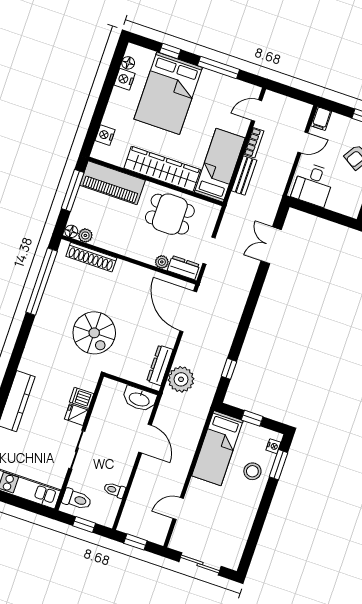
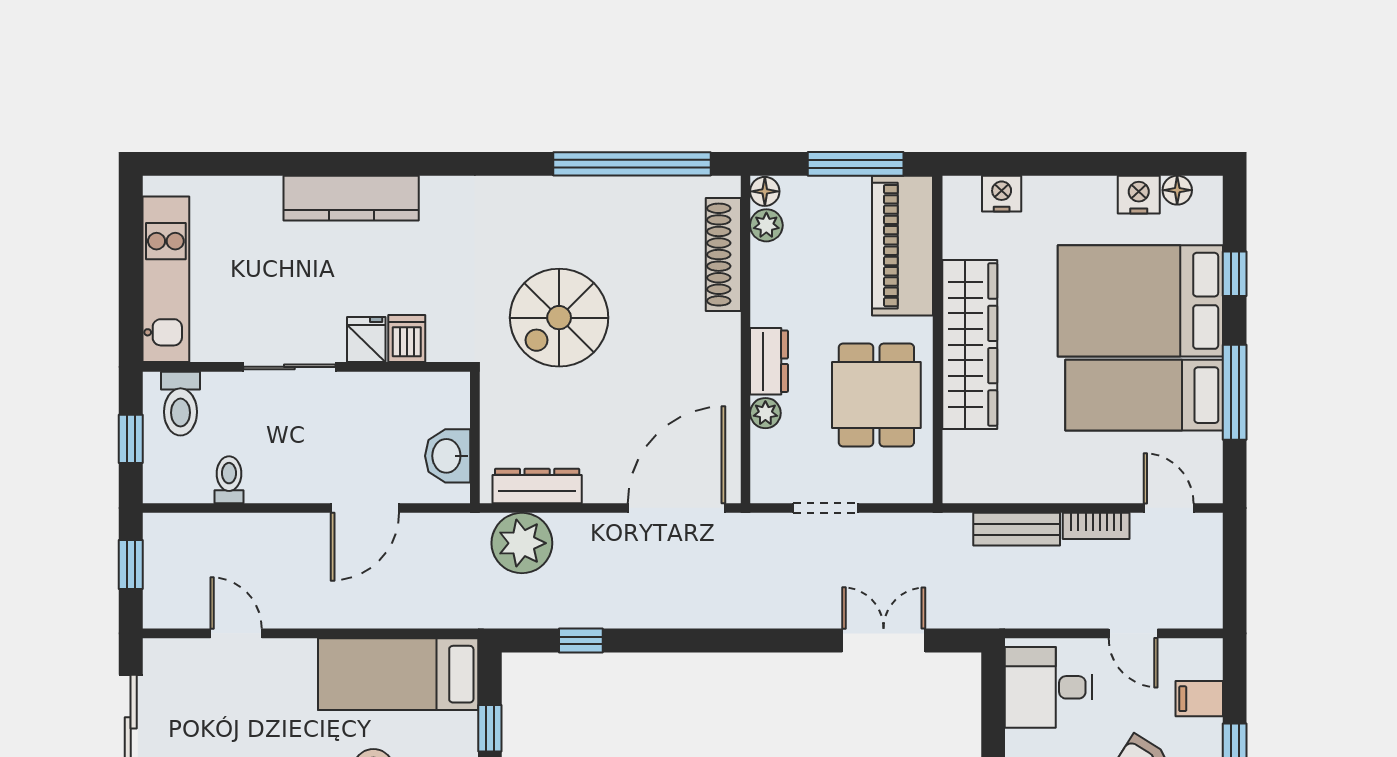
filing cabinet: (321, 119) -> (1199, 699), moved
bed: (220, 165) -> (1144, 395), moved, turned 180
dresser: (183, 268) -> (769, 361), moved
washbasin: (139, 399) -> (448, 456), width x0.72

